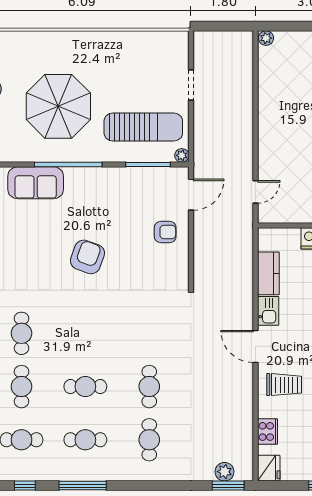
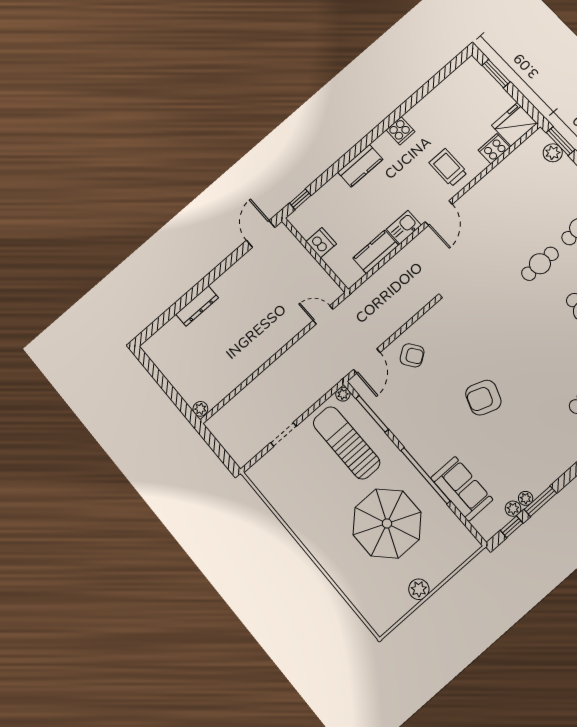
door: (191, 195) -> (367, 361), swing flipped
armchair: (165, 232) -> (412, 355), turned 145
fridge: (269, 468) -> (514, 124), width x1.36, depth x1.34

